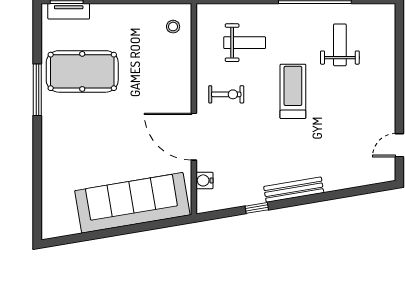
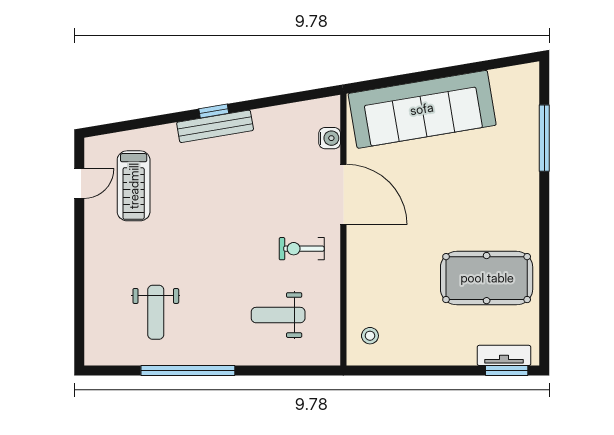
window: (37, 90) -> (544, 138), moved
treadmill: (293, 91) -> (134, 186), moved
window: (257, 208) -> (214, 111), moved

